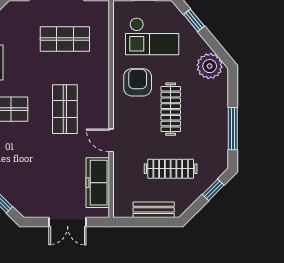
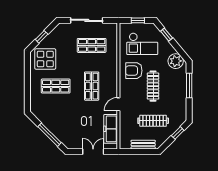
armchair: (138, 82) -> (134, 71), turned -90
window: (233, 129) -> (189, 86), moved
door: (111, 140) -> (118, 104), hinge flipped
double door: (68, 222) -> (93, 152), swing flipped

